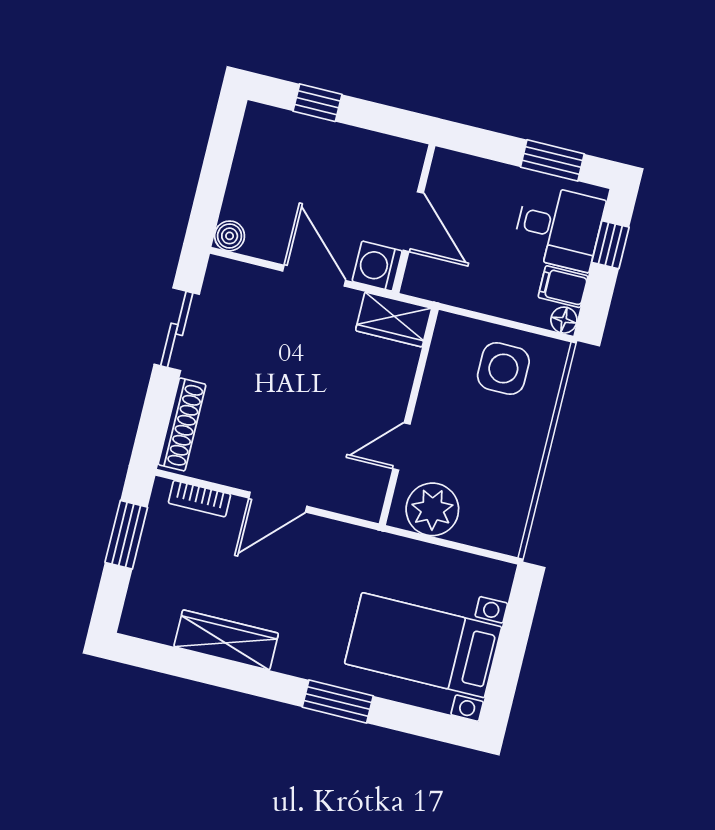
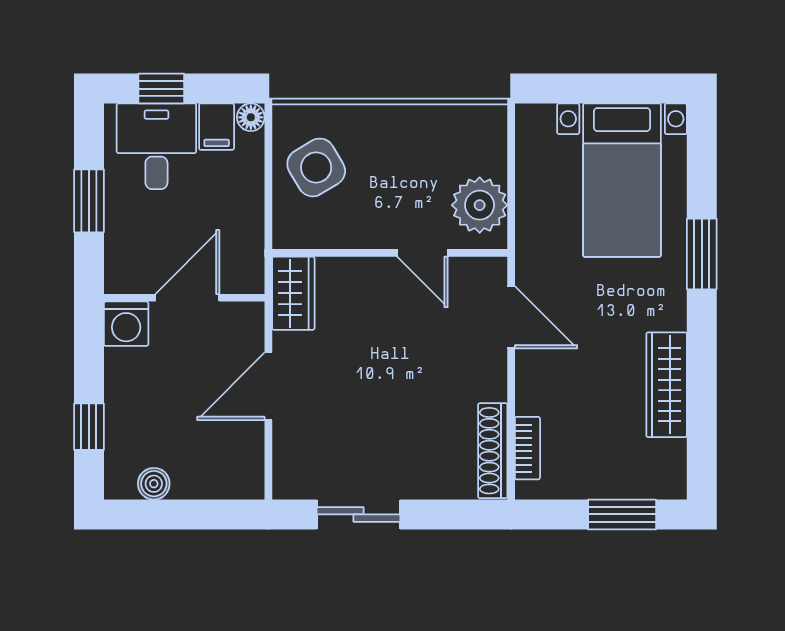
window: (552, 160) -> (89, 201), moved
boiler: (230, 236) -> (154, 484), moved
washing machine: (377, 266) -> (126, 324), moved
side table: (503, 369) -> (316, 167), turned -31
shoe rack: (182, 424) -> (493, 451), moved, turned -90
door: (278, 502) -> (511, 317), moved
window: (126, 535) -> (622, 514), moved

